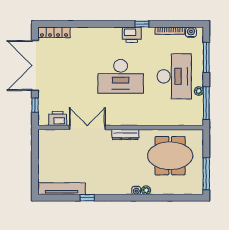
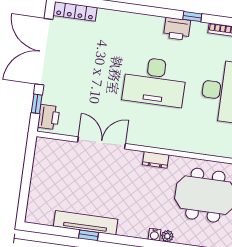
printer: (58, 118) -> (49, 117), moved, turned 90
dresser: (125, 135) -> (156, 160), width x0.70
tv unit: (62, 189) -> (86, 223), moved

